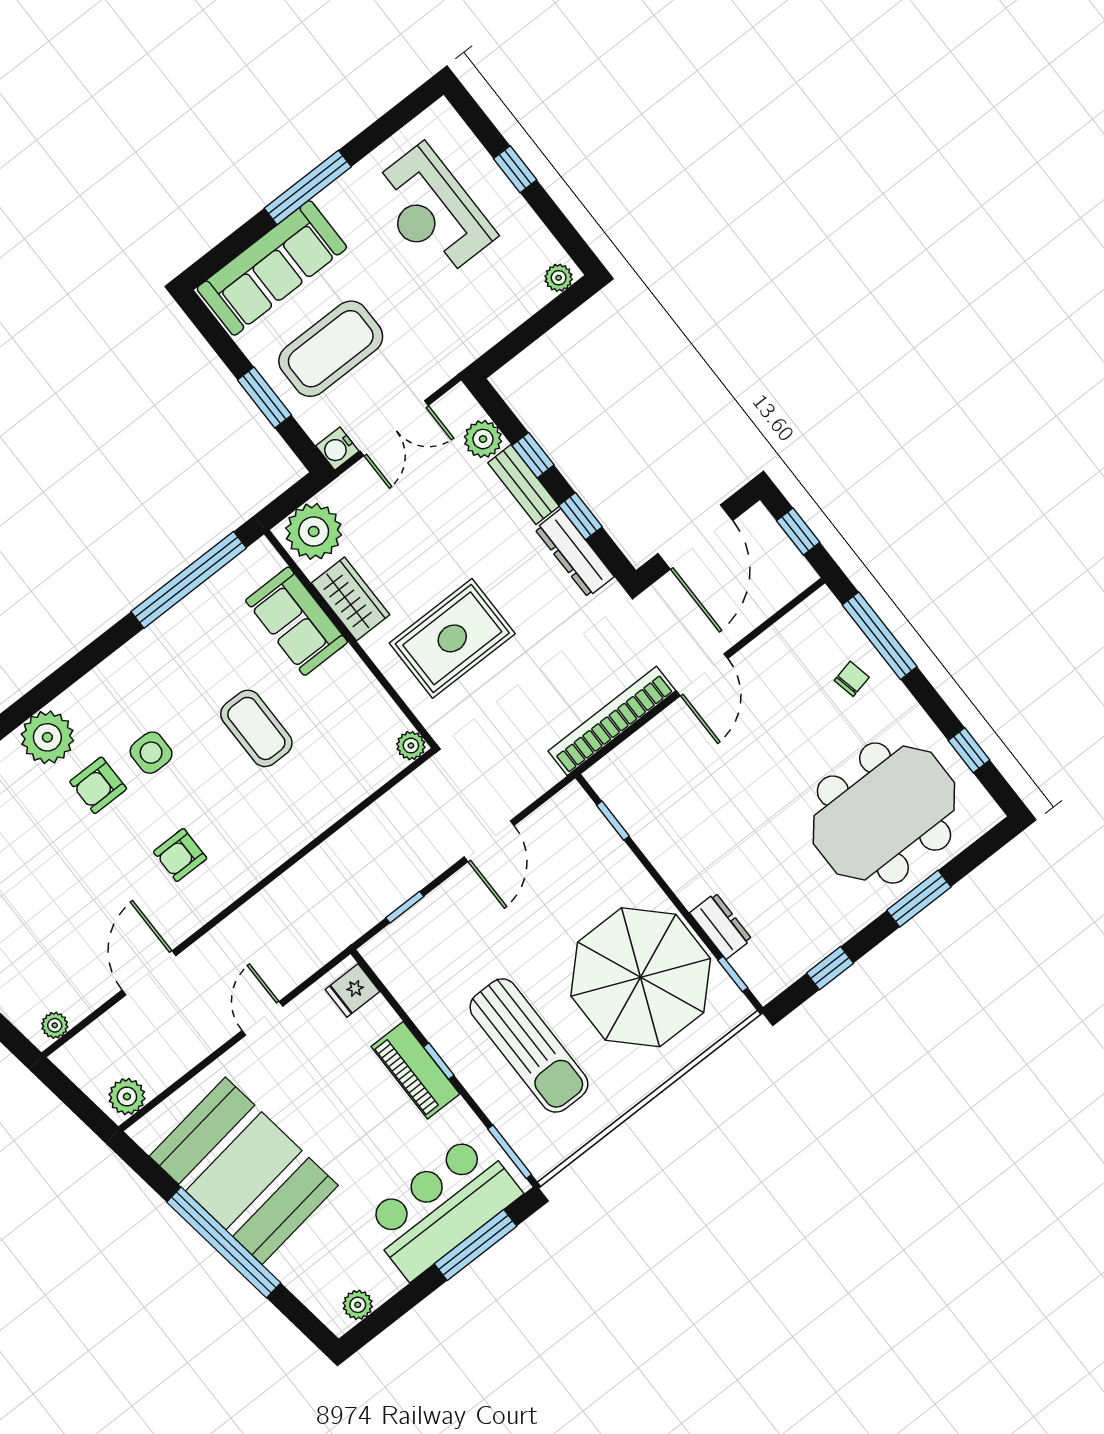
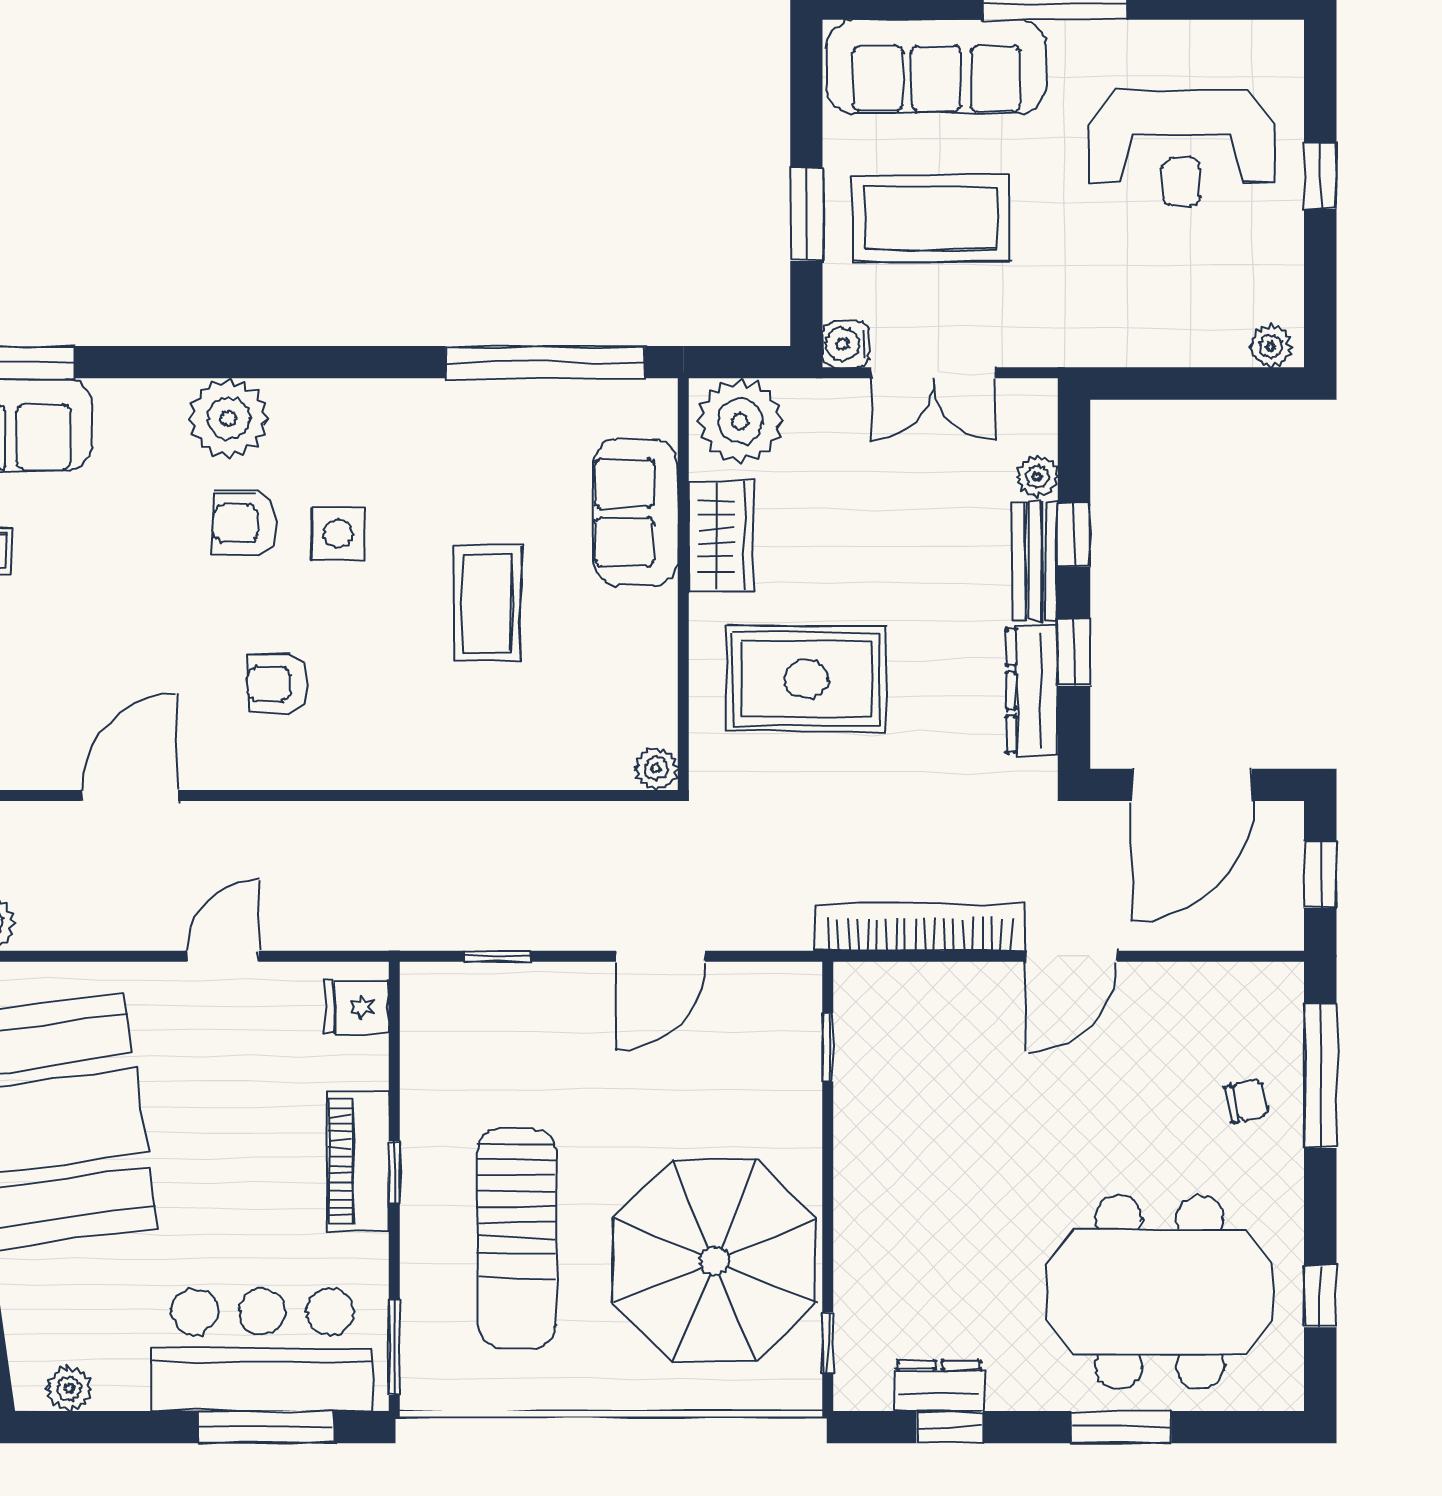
reception desk: (432, 211) -> (1181, 148), turned -90
plant: (483, 439) -> (1037, 477), width x0.73, depth x0.73
dresser: (721, 926) -> (939, 1386), moved, turned -90

